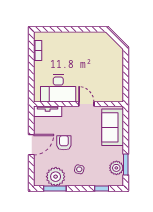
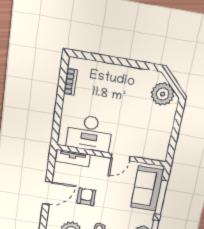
plant: (110, 48) -> (163, 94), added
door: (86, 104) -> (121, 157), swing flipped
window: (126, 133) -> (161, 197), added

